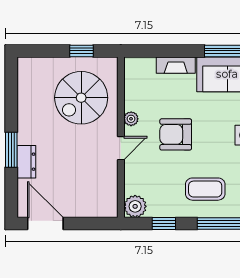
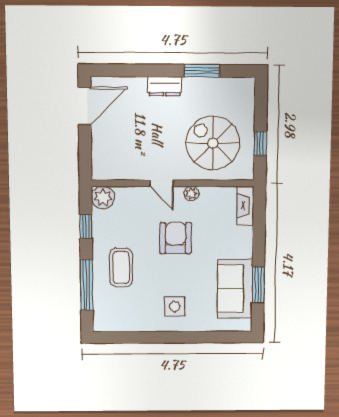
fireplace: (176, 65) -> (245, 206), moved
window: (11, 150) -> (202, 71), moved
dresser: (26, 162) -> (165, 86), moved

